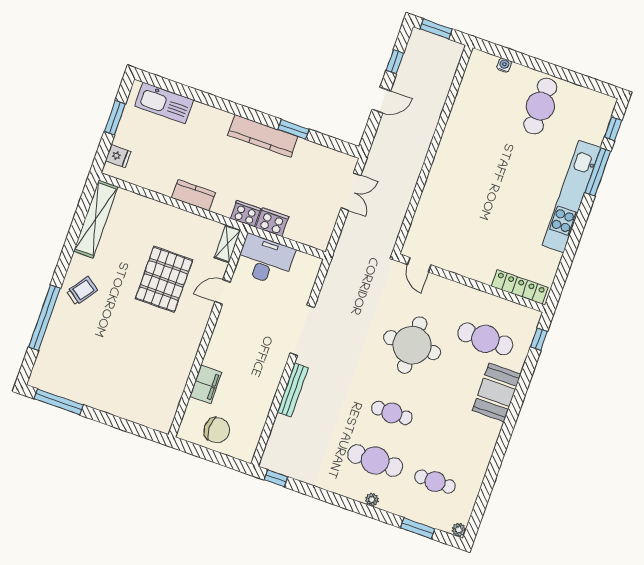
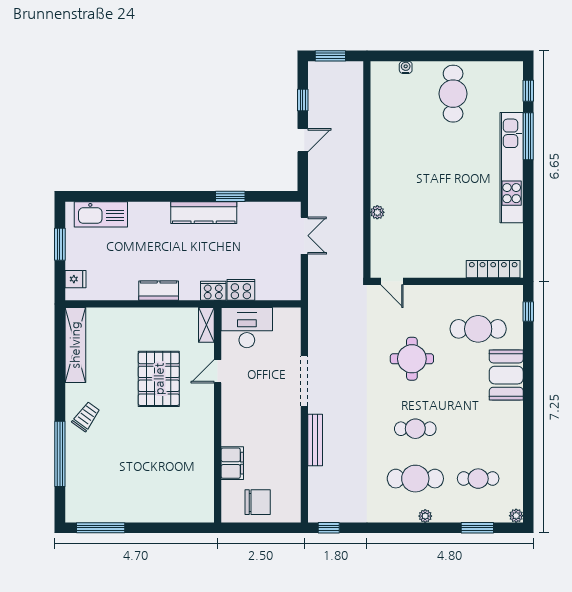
plant: (428, 194) -> (377, 212), added
round table: (412, 345) -> (412, 359), width x0.73, depth x0.73

